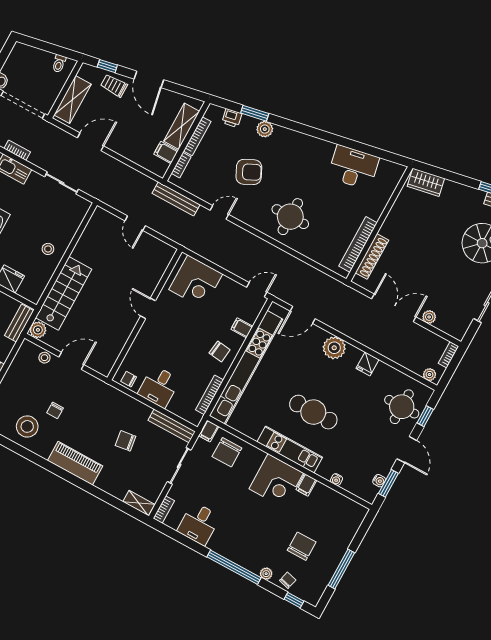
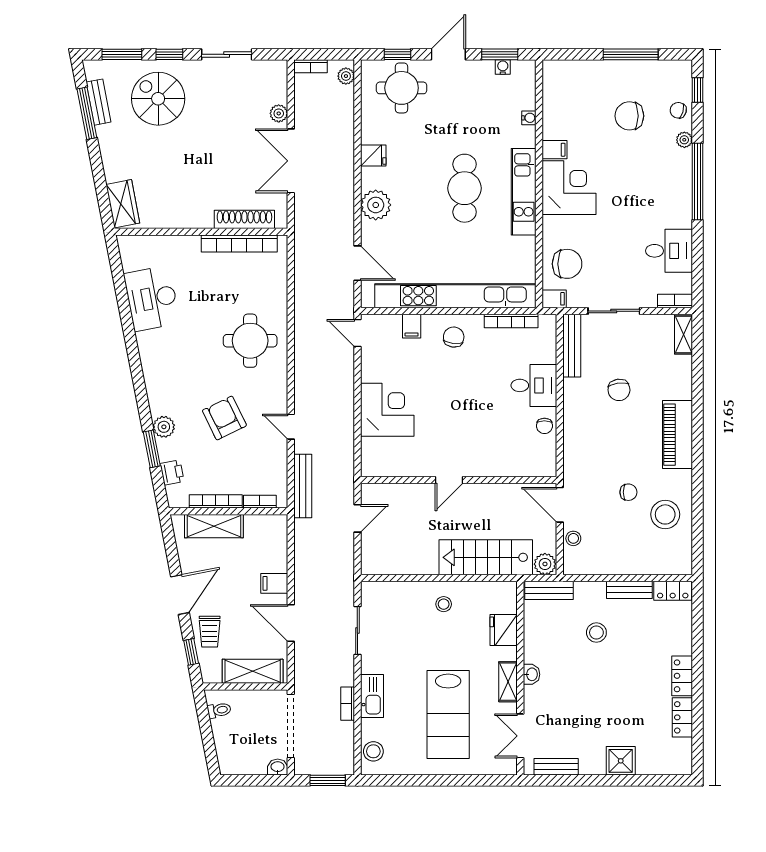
filing cabinet: (166, 152) -> (274, 583), moved, turned 90
door: (148, 308) -> (449, 480), moved
wall: (145, 315) -> (459, 480), moved

